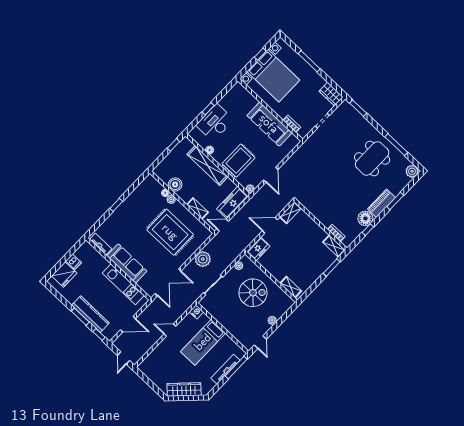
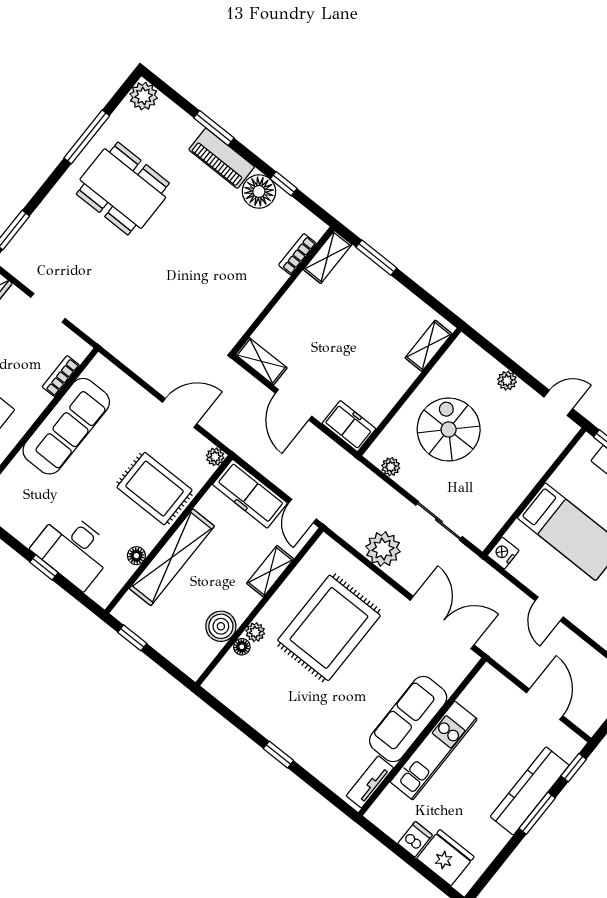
kitchen unit: (123, 284) -> (434, 751), moved

